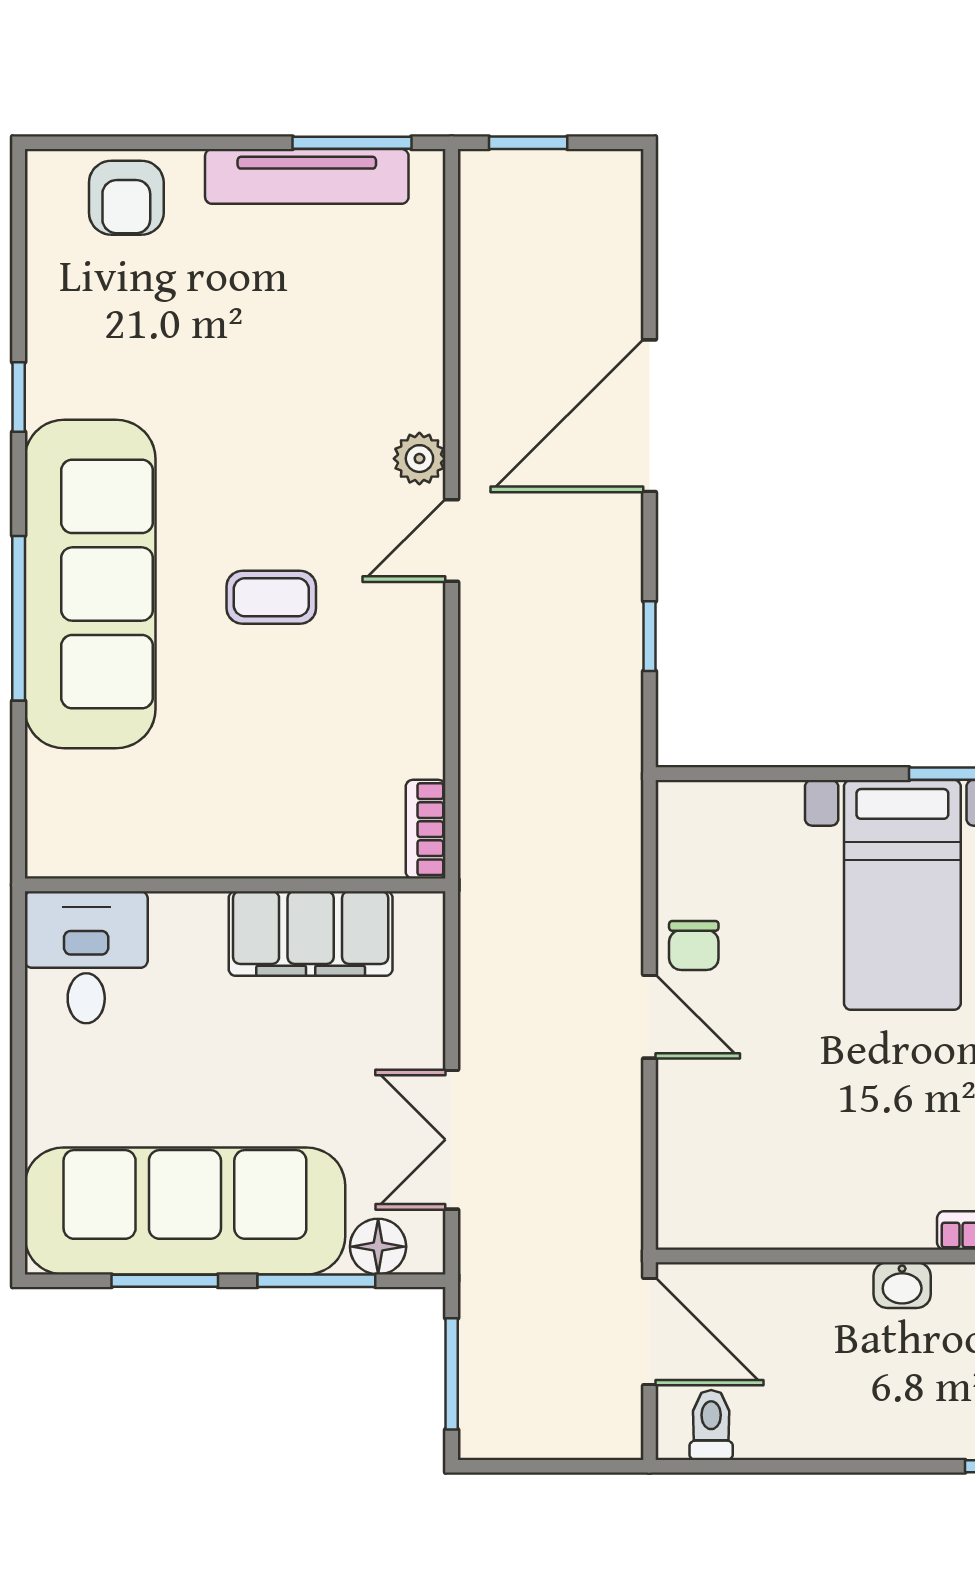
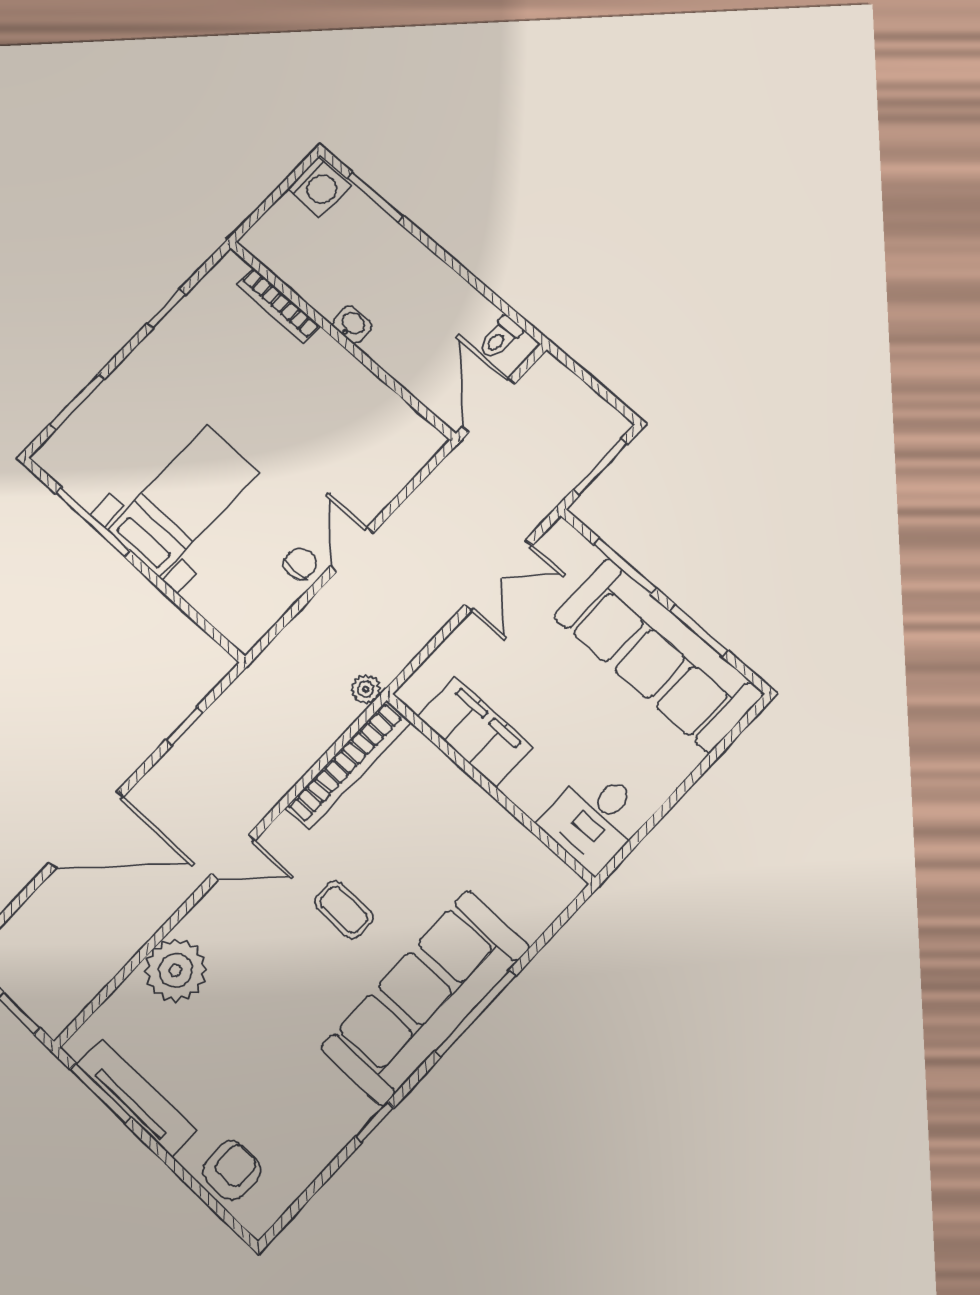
plant: (419, 459) -> (176, 970), moved, width x1.88, depth x1.88
bookcase: (426, 829) -> (348, 765), width x2.31, depth x1.31
plant: (481, 869) -> (366, 689), added
floor lamp: (378, 1247) -> (580, 556), removed

